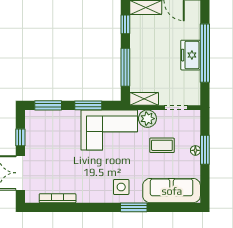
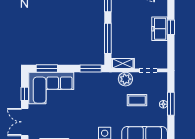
window: (205, 53) -> (171, 27), width x0.32
window: (88, 105) -> (91, 69), moved
corner sofa: (109, 130) -> (51, 88), moved

